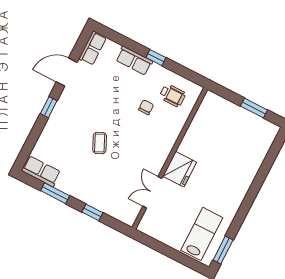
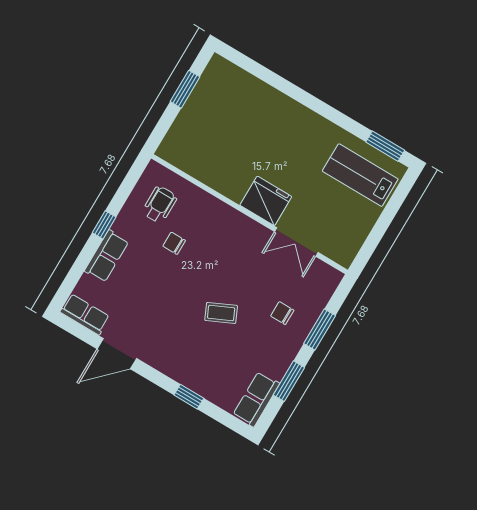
door: (67, 72) -> (117, 354), hinge flipped
window: (49, 107) -> (189, 397), moved
chair: (102, 186) -> (282, 313), added
window: (92, 212) -> (320, 330), width x1.50

